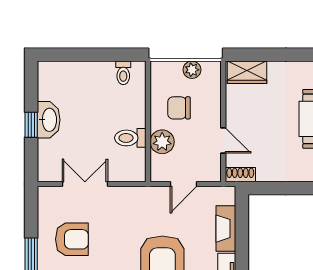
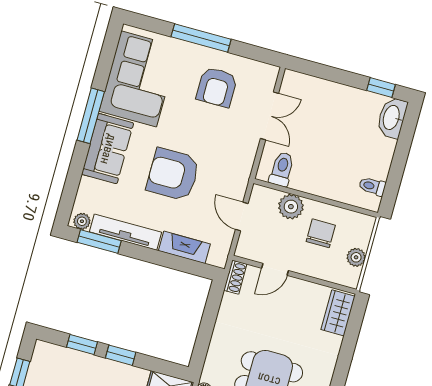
washbasin: (49, 120) -> (392, 118), moved, turned 90
window: (31, 125) -> (381, 88), moved
toilet: (130, 138) -> (282, 169), moved

